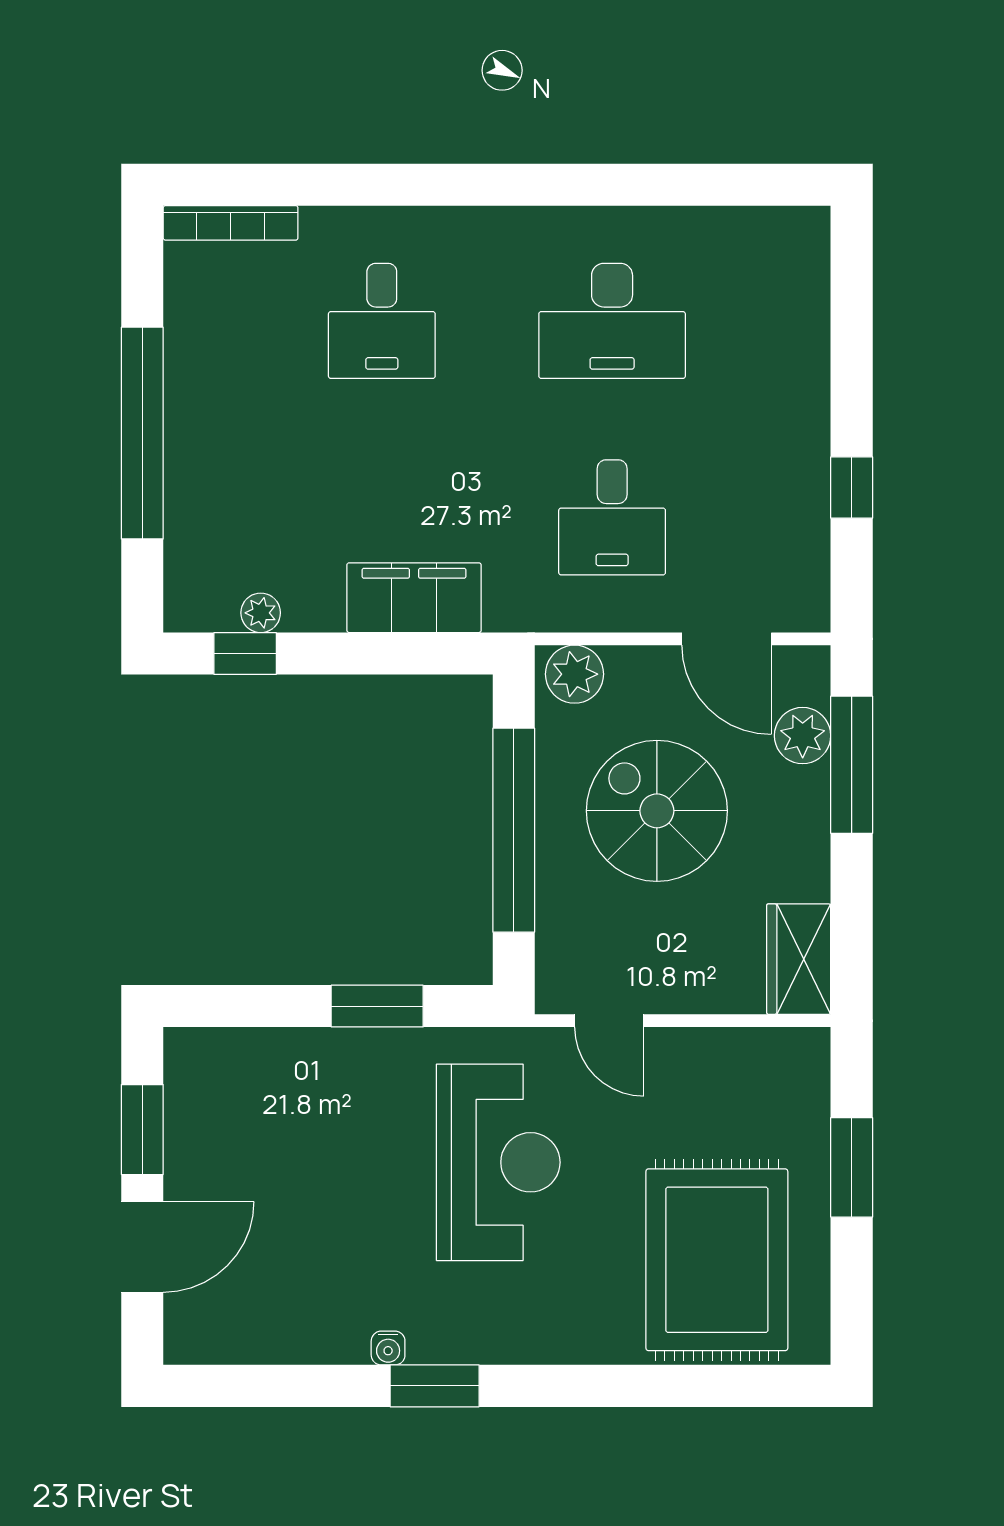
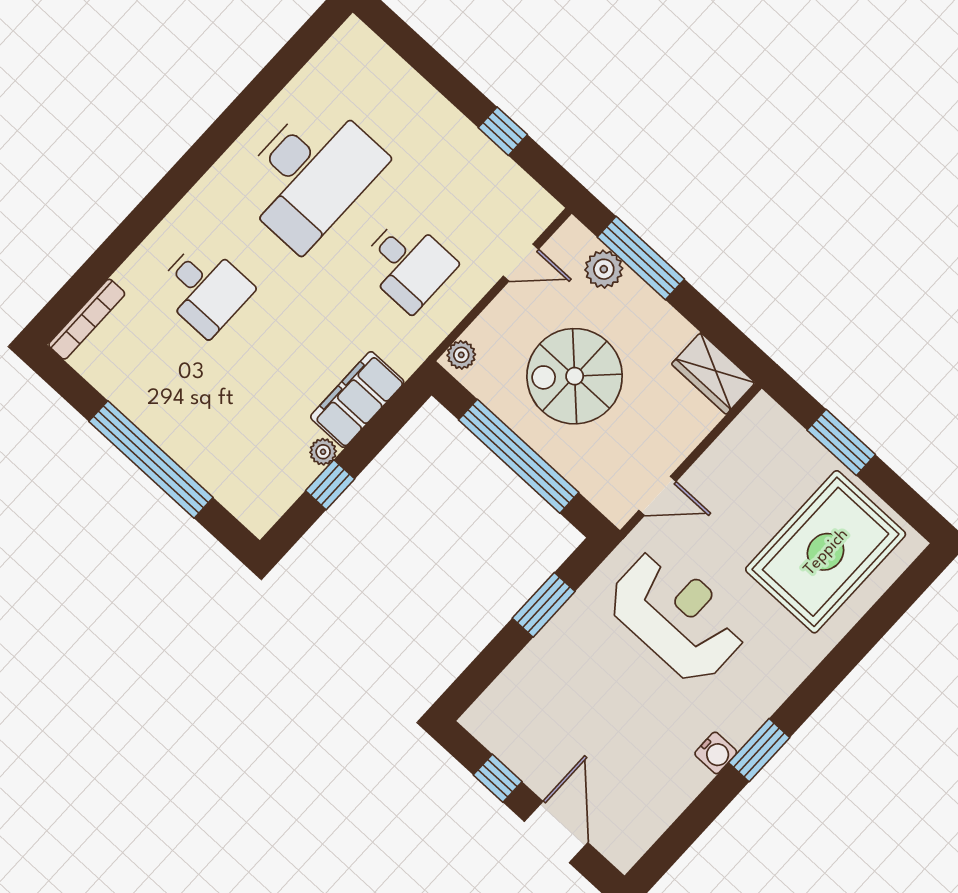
desk: (612, 321) -> (310, 174), width x1.36, depth x1.30
plant: (261, 613) -> (323, 452), moved
door: (727, 639) -> (521, 263), width x0.73
window: (245, 653) -> (330, 485), moved
plant: (575, 674) -> (461, 355), width x0.73, depth x0.73
window: (142, 1130) -> (498, 778), width x0.67
rug: (717, 1260) -> (826, 552), turned 90
water cooler: (388, 1348) -> (716, 753), width x1.38, depth x1.38

